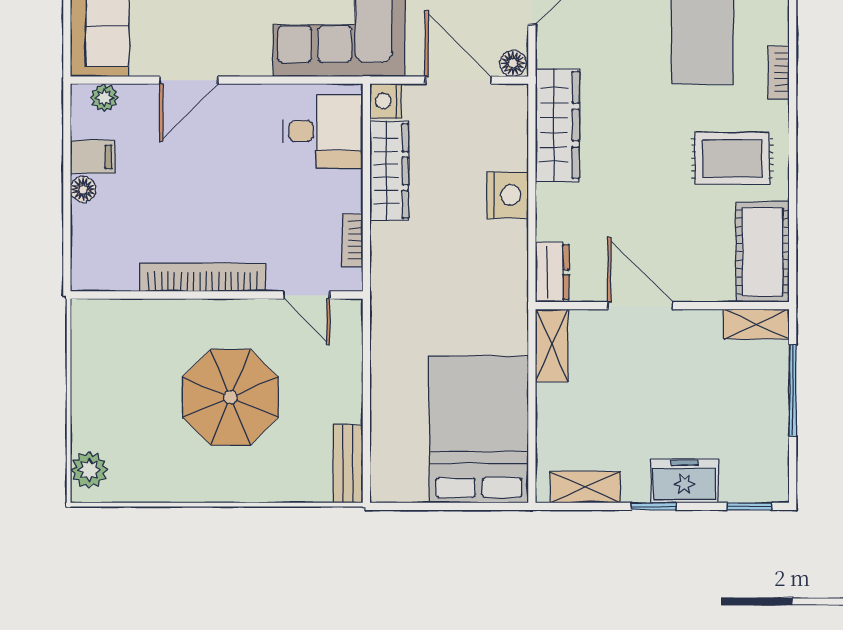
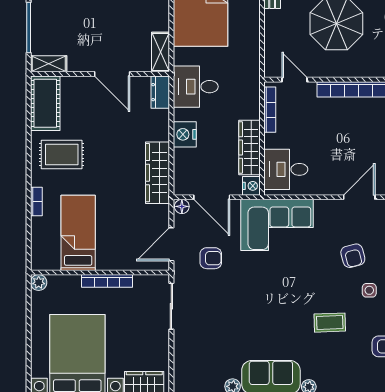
bookcase: (352, 240) -> (270, 110), width x1.56
desk: (488, 282) -> (196, 87), added

